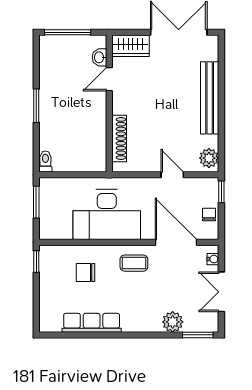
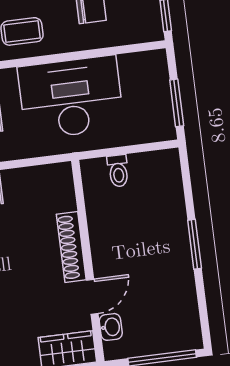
shoe rack: (119, 139) -> (71, 247), moved
toilet: (45, 161) -> (118, 171), moved

